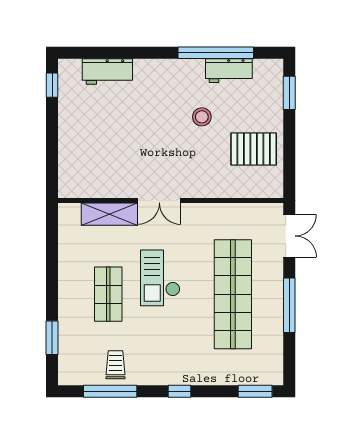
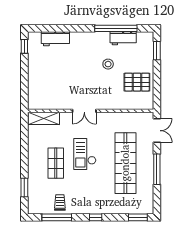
shelving: (109, 214) -> (44, 118), moved

